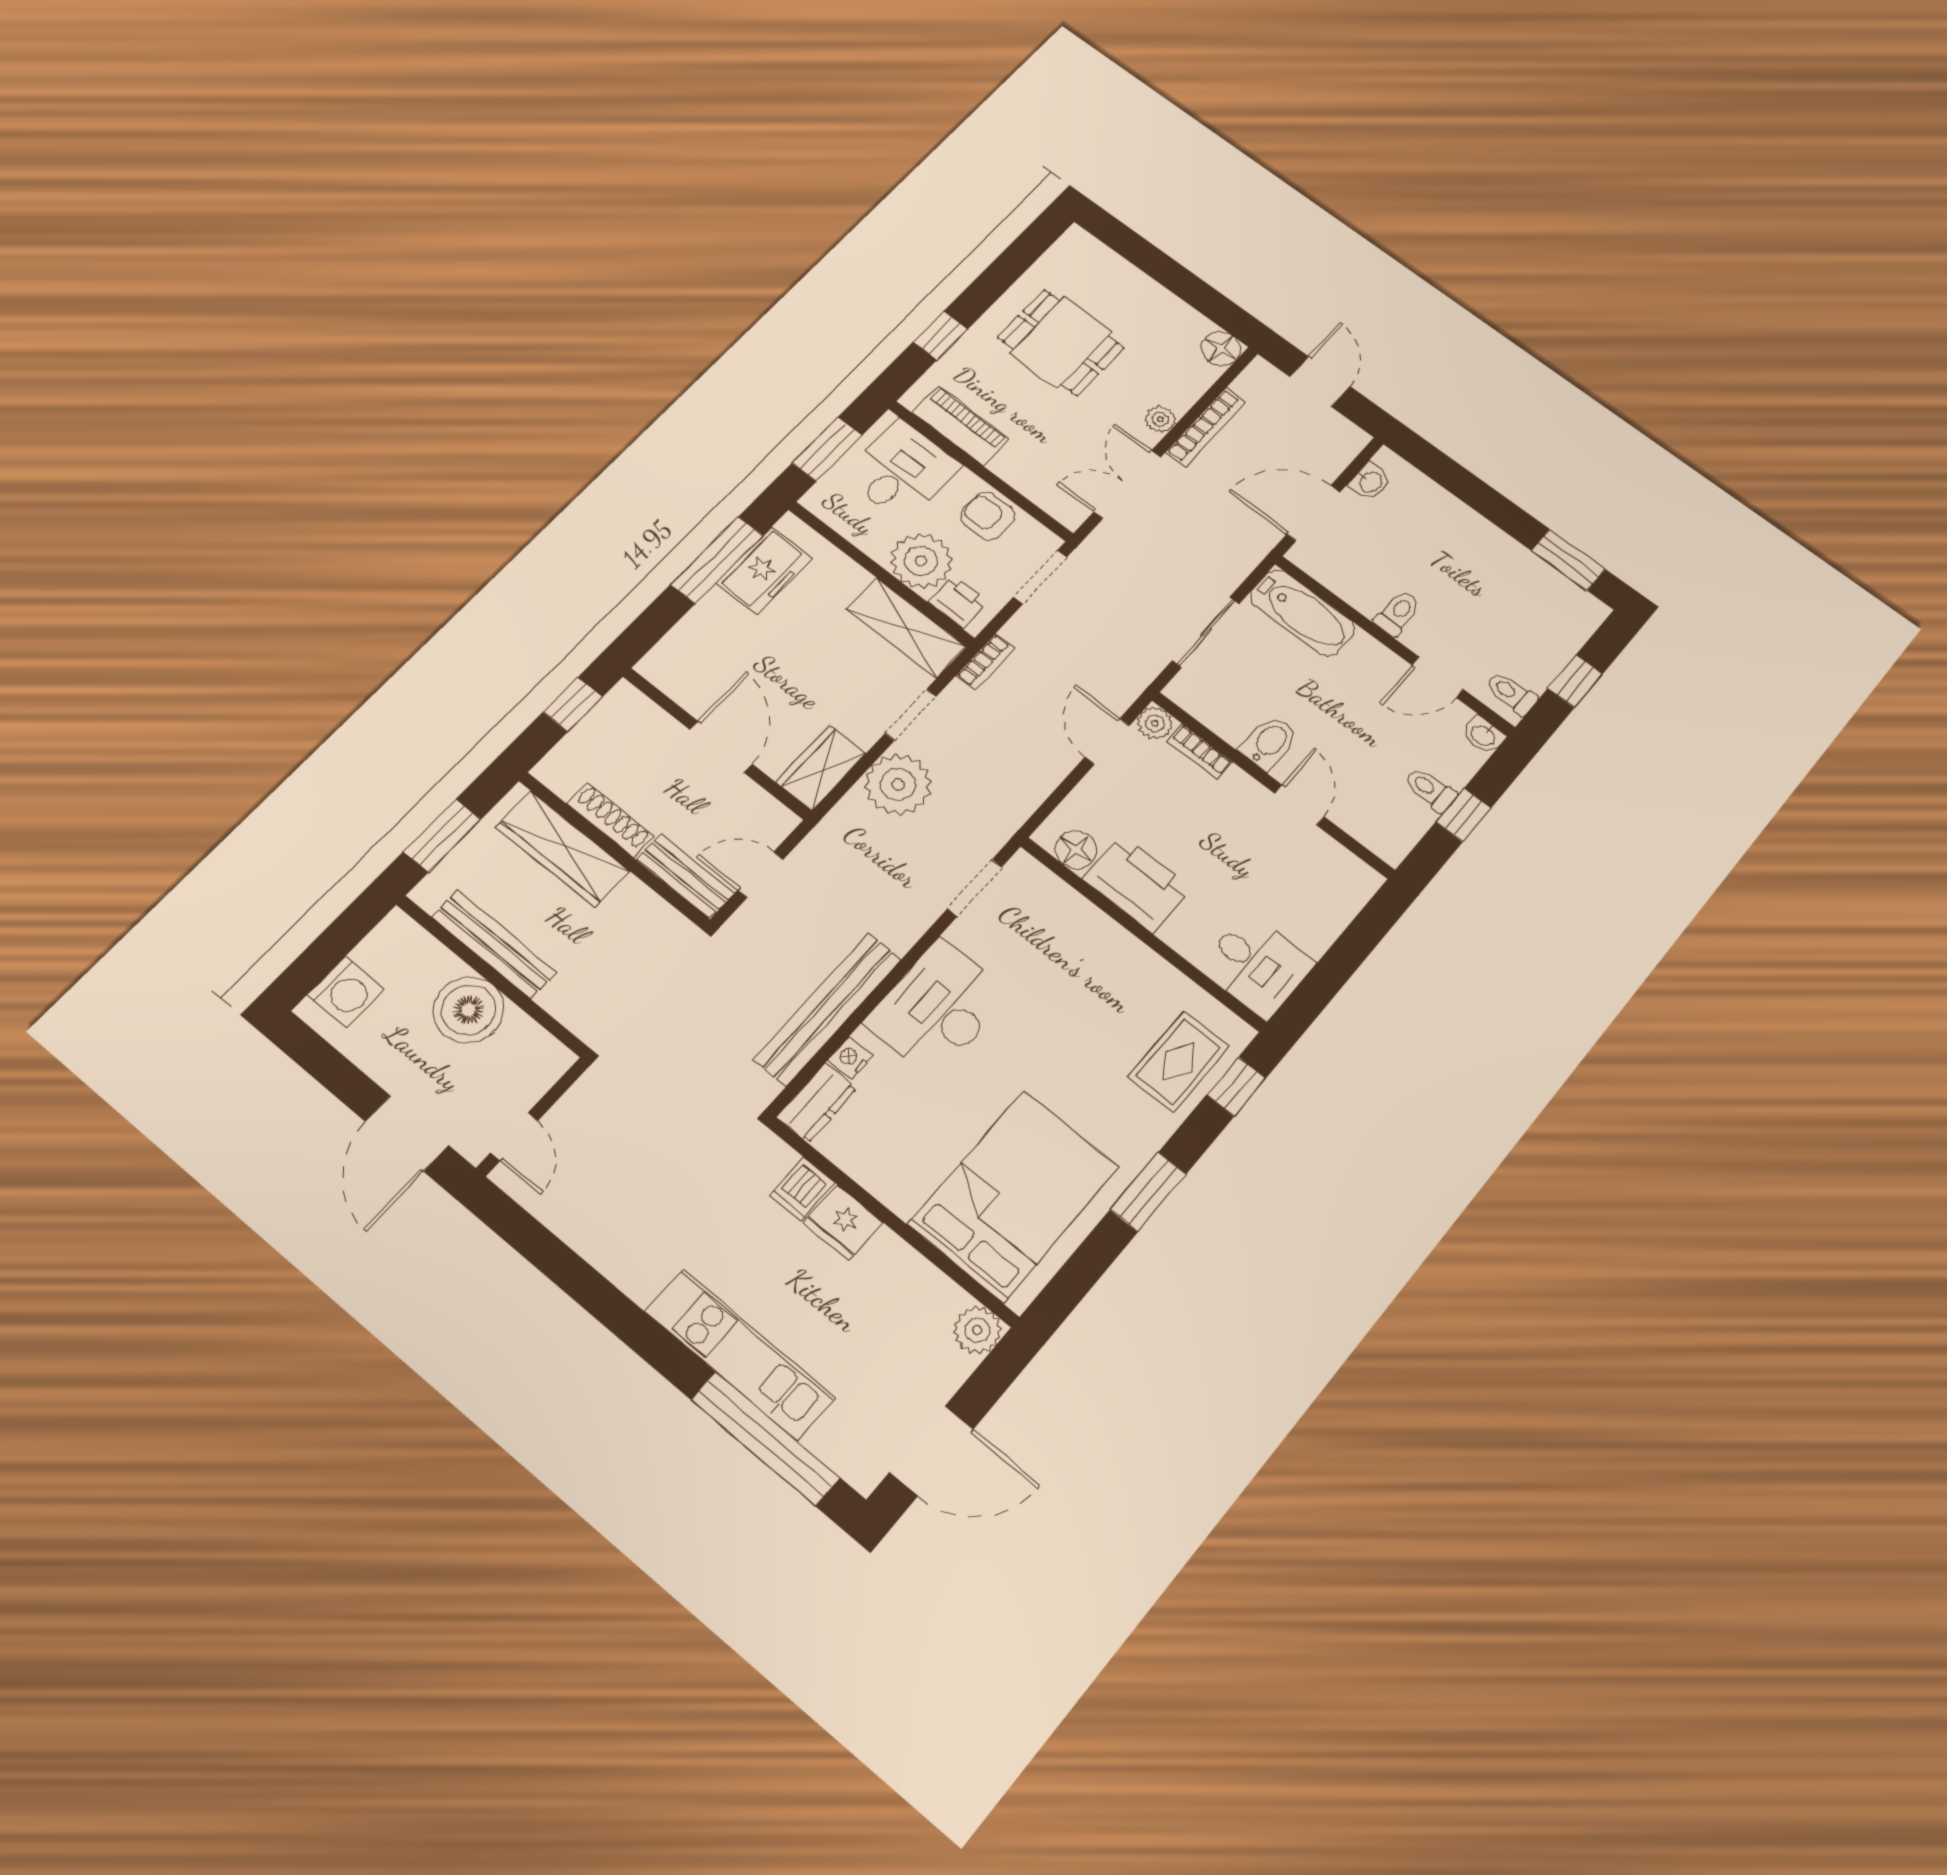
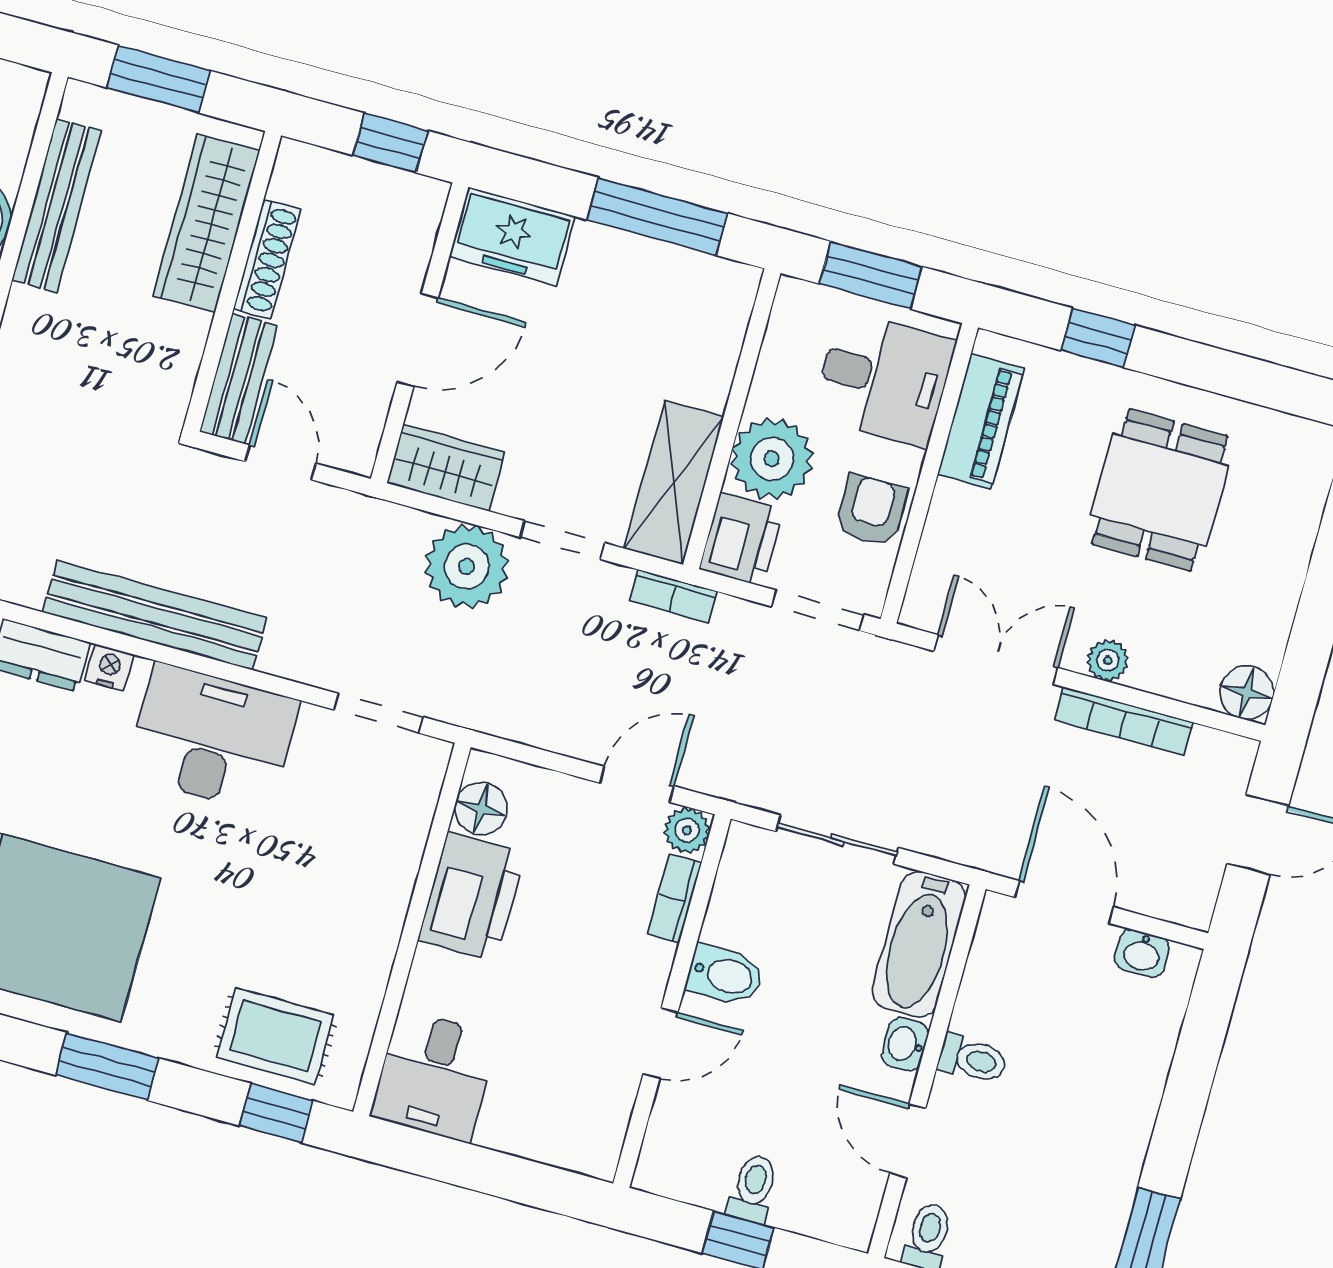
freezer: (764, 571) -> (512, 236), moved
printer: (958, 601) -> (741, 539), width x1.36, depth x1.24
washbasin: (1483, 735) -> (905, 1044), moved

